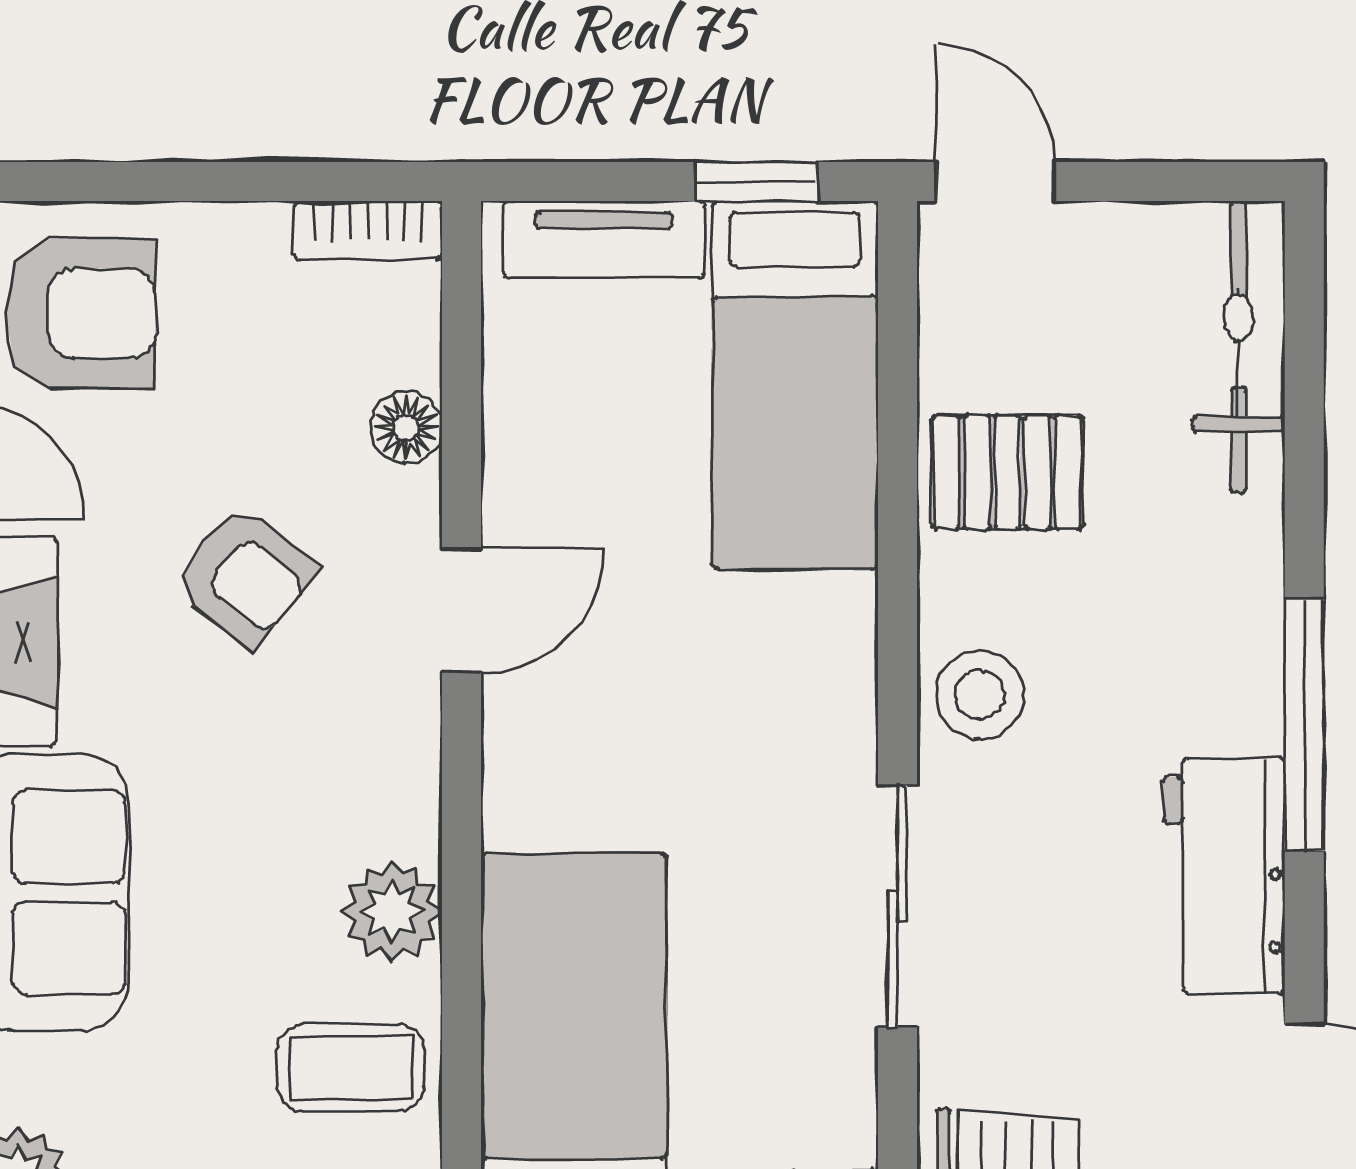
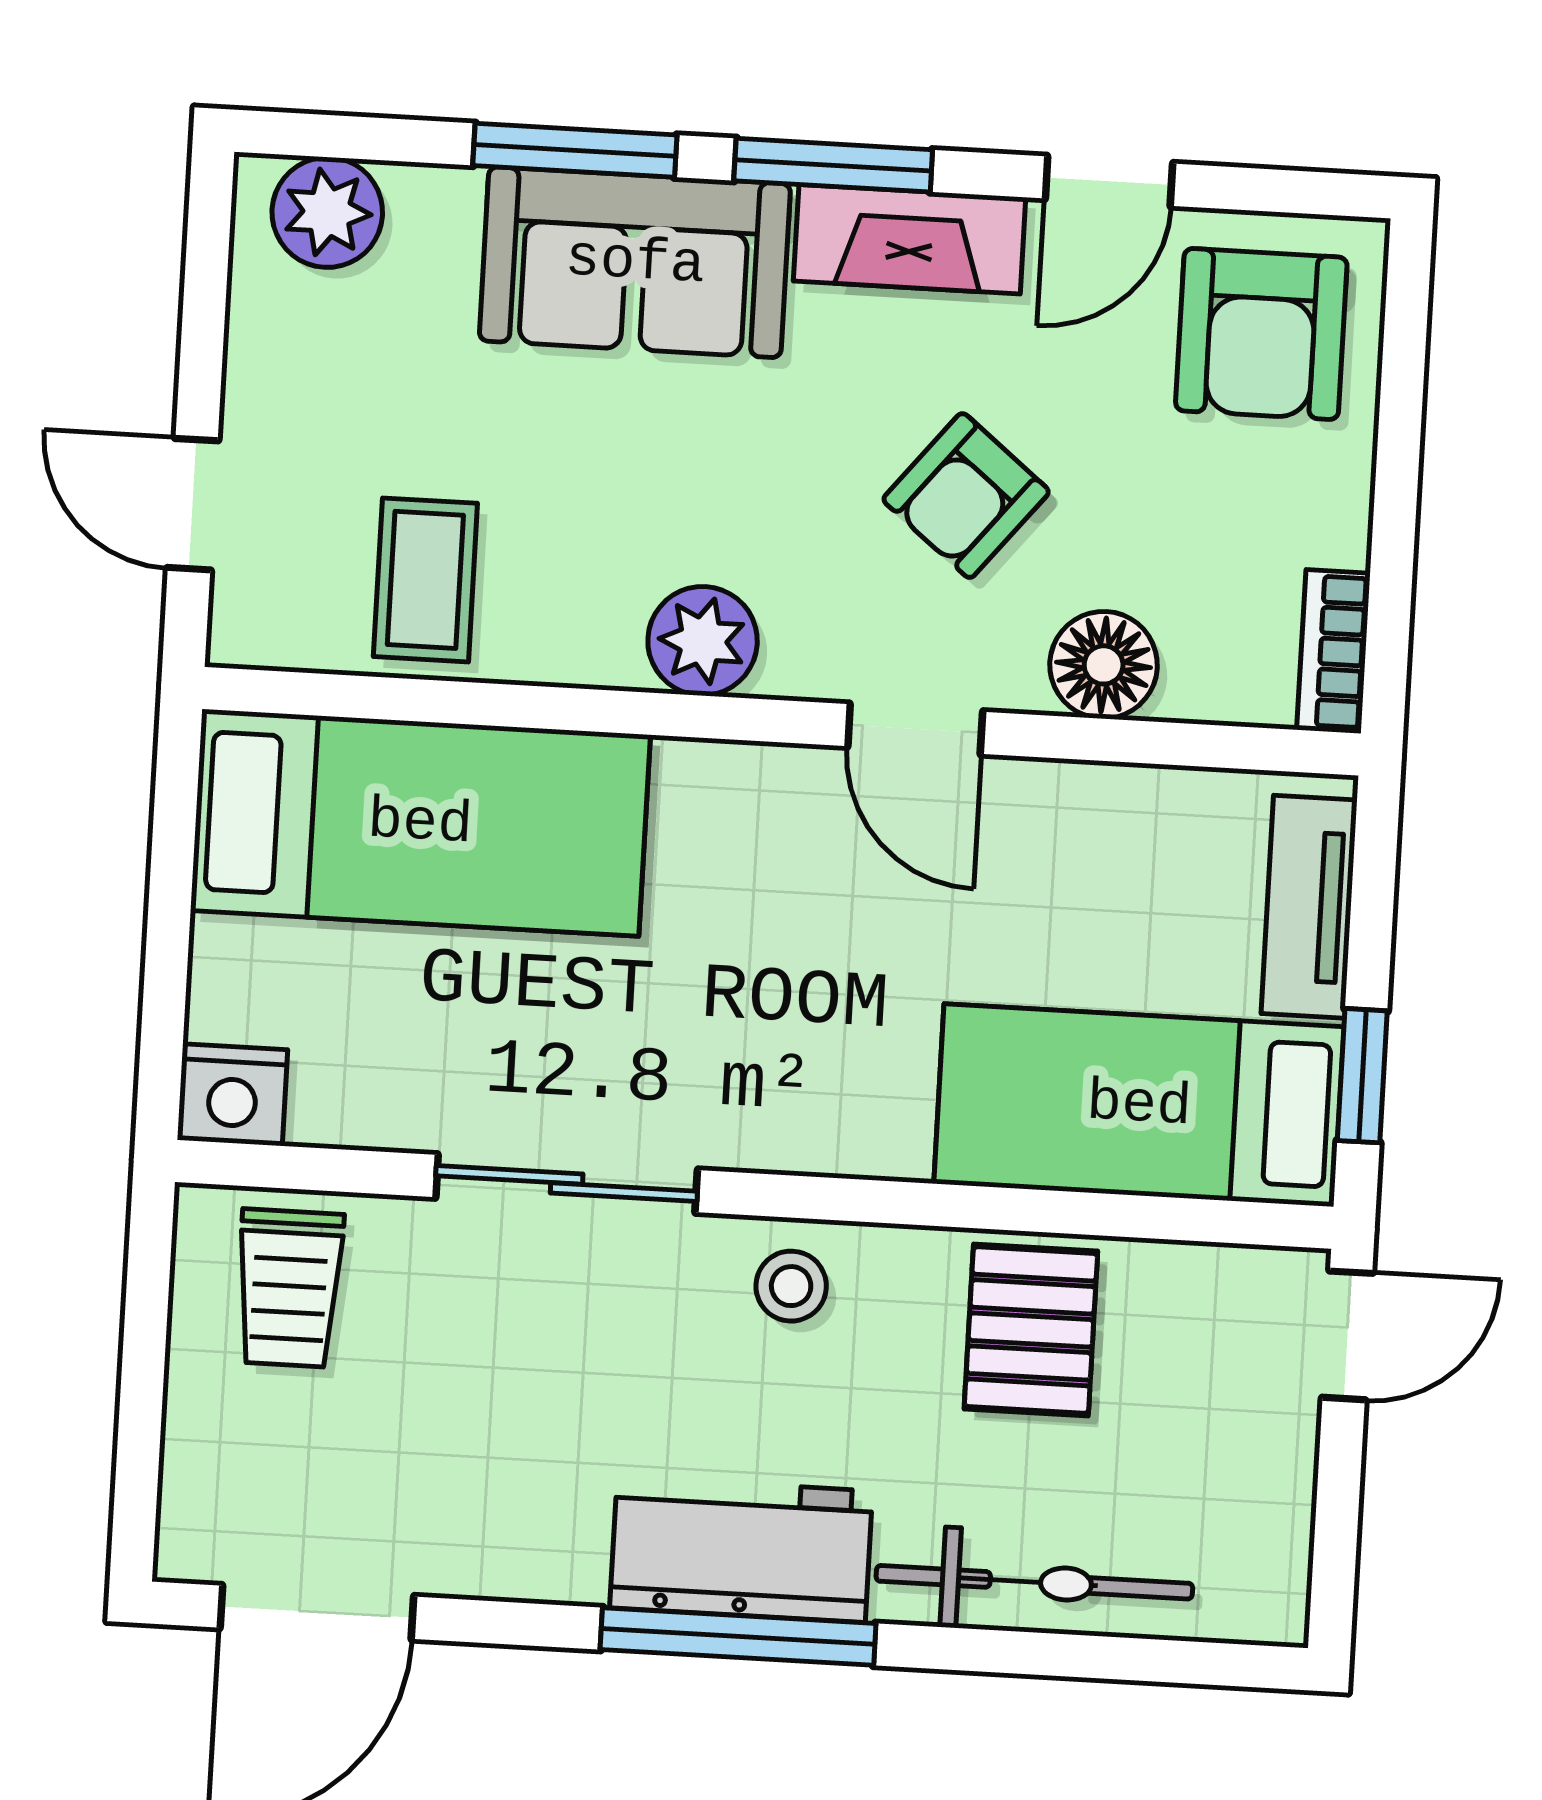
bicycle: (1239, 346) -> (1034, 1582), moved
floor lamp: (406, 427) -> (1104, 665), width x1.37, depth x1.37
stool: (980, 695) -> (791, 1286), width x0.73, depth x0.73
workbench: (1224, 875) -> (741, 1549), moved
plant: (392, 912) -> (703, 641), moved

